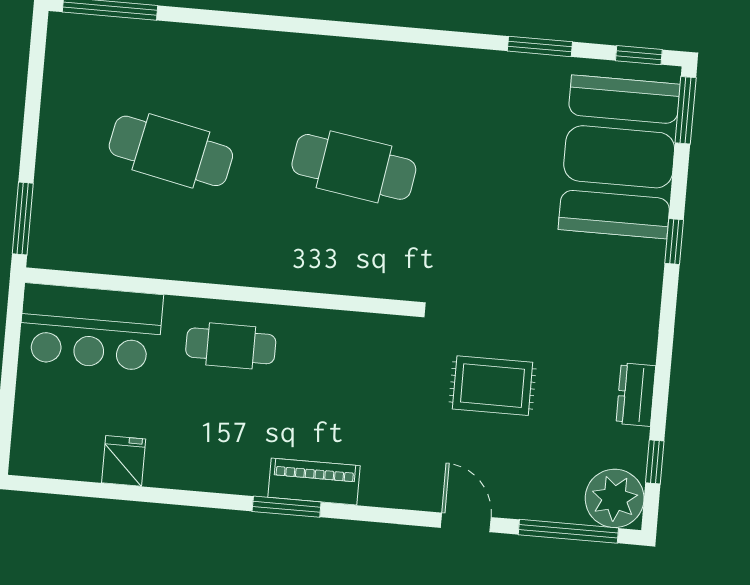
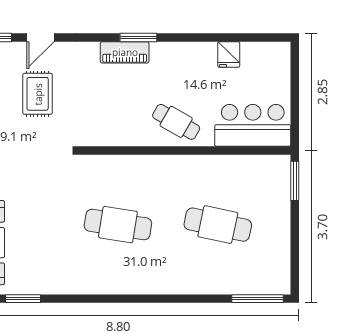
cafe table: (231, 346) -> (176, 122), turned 30
rug: (493, 386) -> (38, 94), moved, turned 90
door: (466, 522) -> (41, 37), hinge flipped

